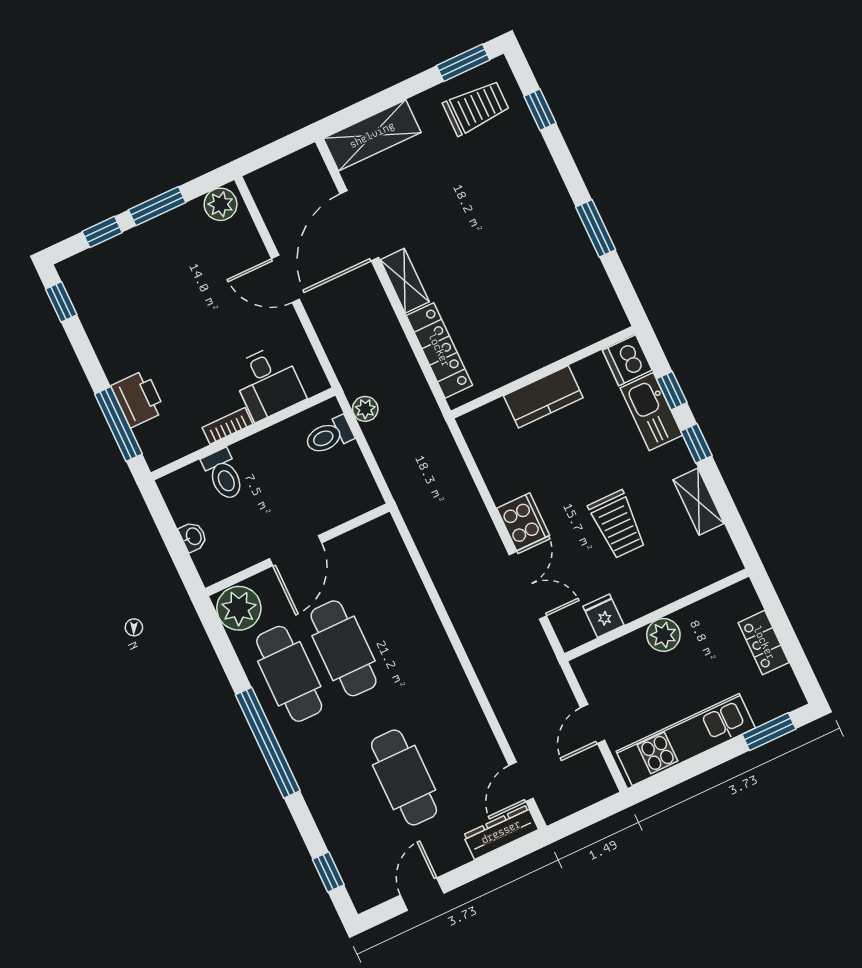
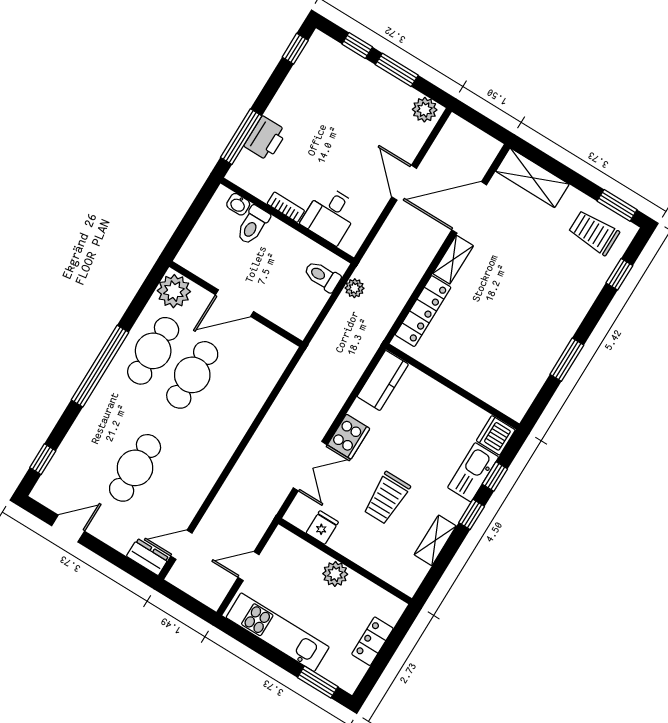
trolley: (476, 108) -> (594, 233), turned 180
kitchen counter: (543, 397) -> (383, 380), moved, turned -90
washbasin: (193, 537) -> (238, 204), moved, turned 90
dresser: (501, 832) -> (148, 557), width x0.70

